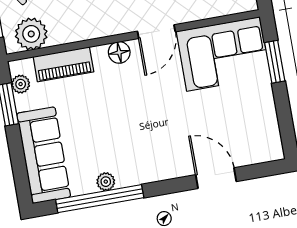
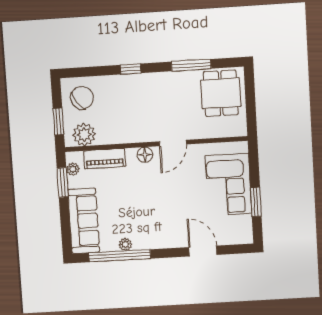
corner sofa: (223, 54) -> (228, 185), moved, turned 90
window: (275, 62) -> (256, 202), moved

